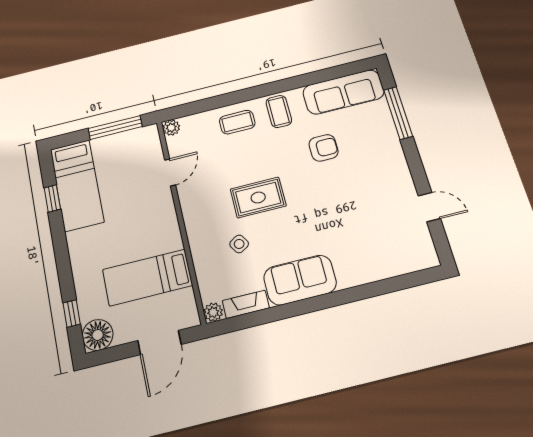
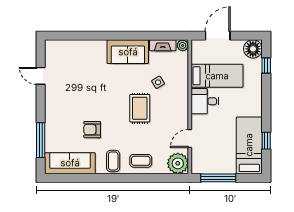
plant: (171, 128) -> (178, 163), width x1.88, depth x1.88
rug: (258, 197) -> (140, 108), turned 90
desk: (159, 233) -> (205, 101), added

